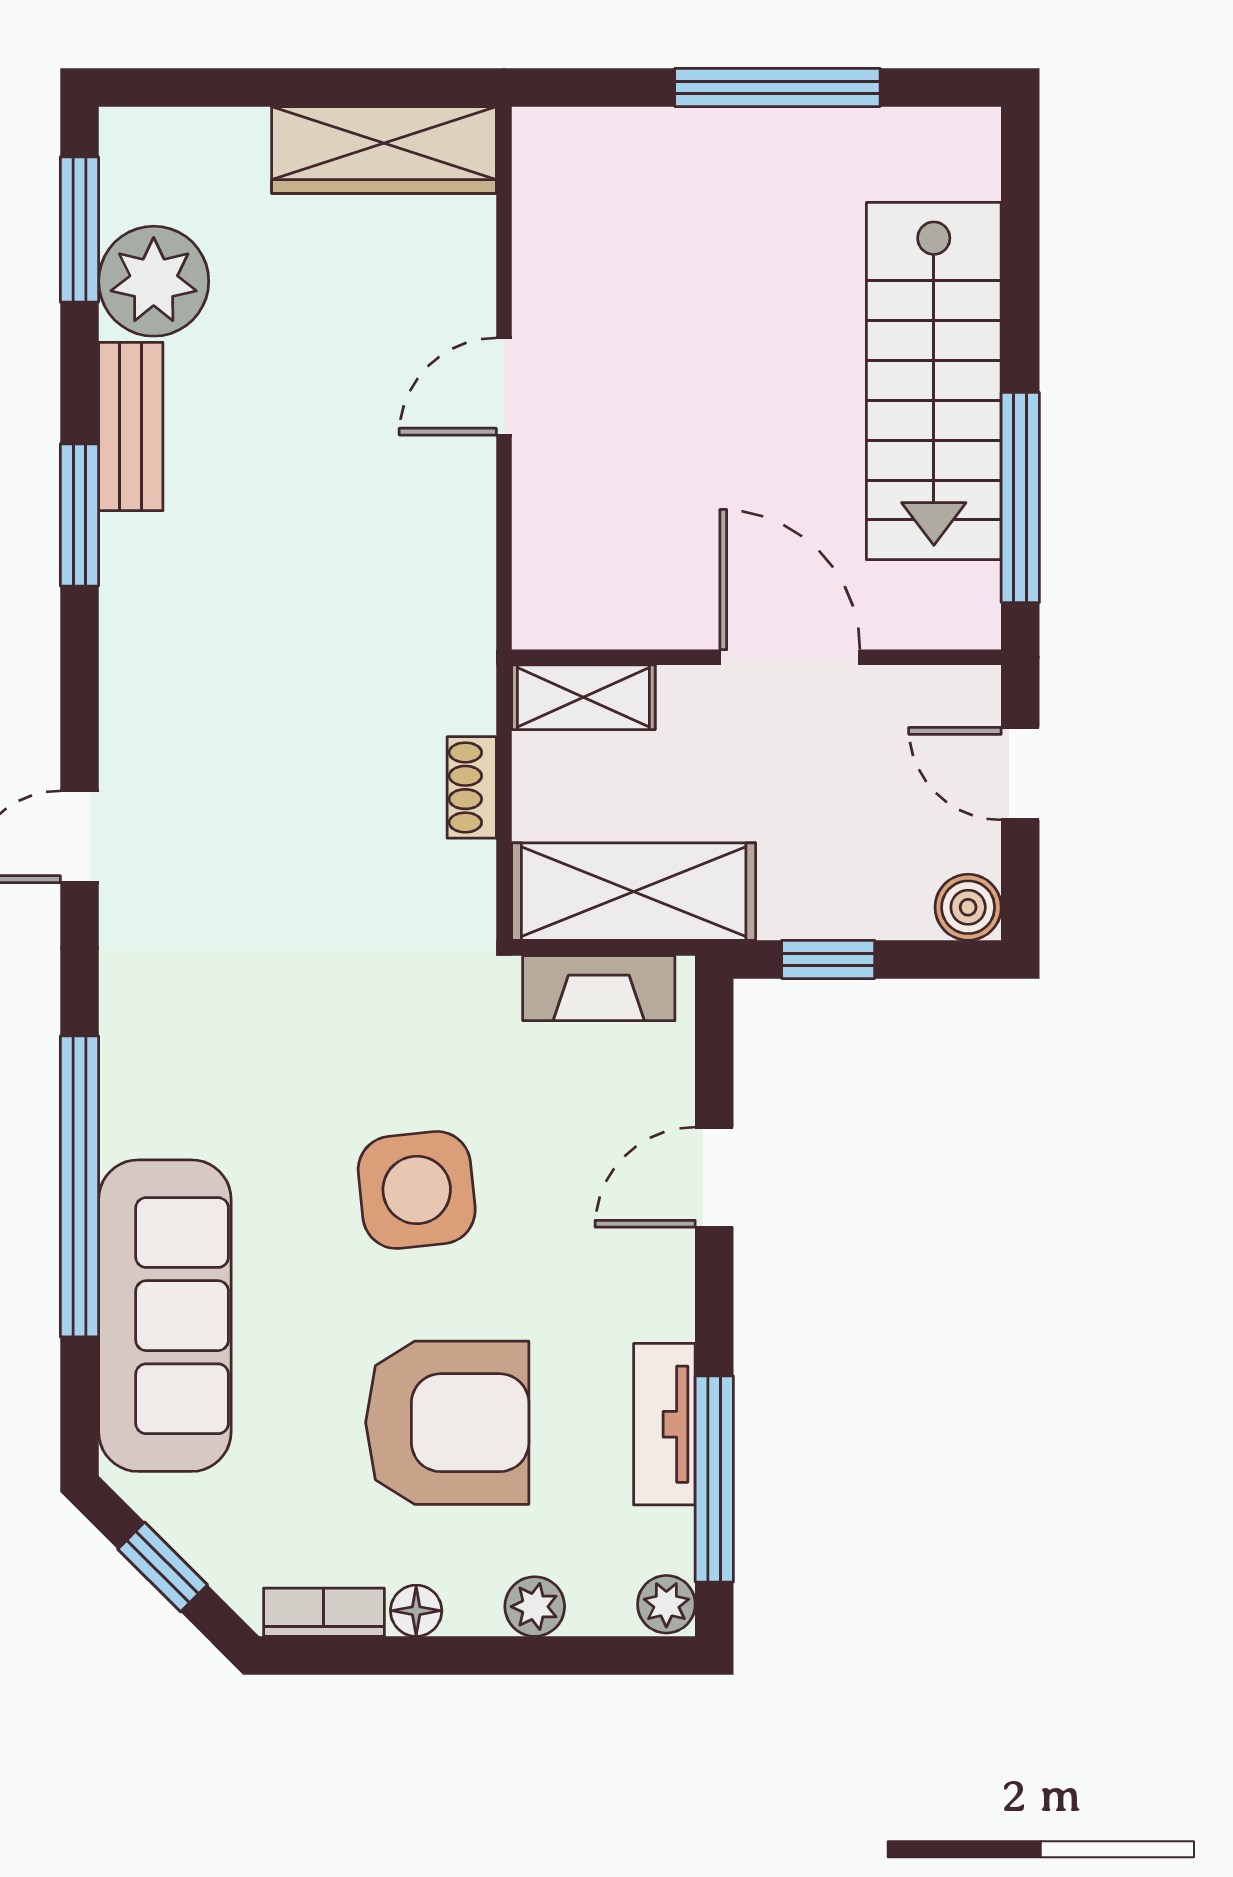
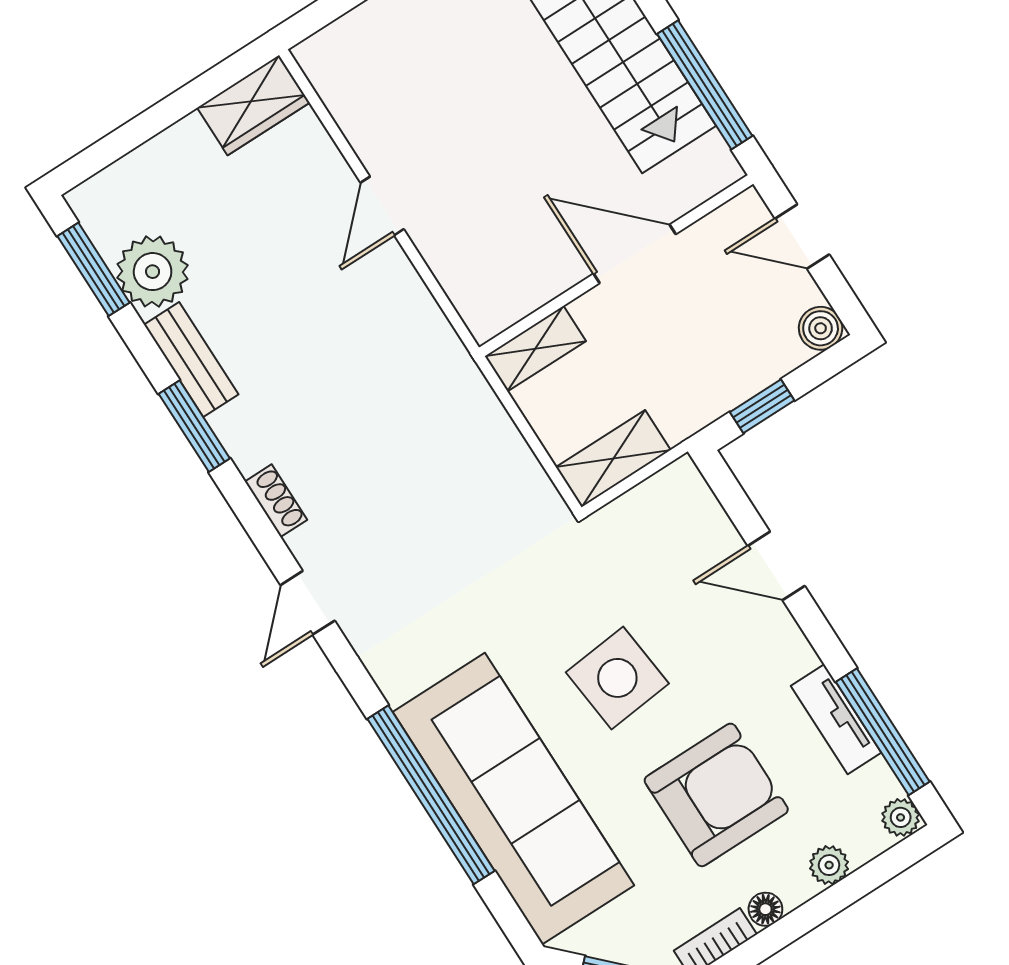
wardrobe: (384, 150) -> (253, 105), width x0.67
shoe rack: (472, 787) -> (276, 501), moved, turned 180
shelving: (634, 892) -> (613, 459), width x0.67, depth x0.75
fireplace: (599, 988) -> (646, 503), removed
door: (714, 1177) -> (776, 566), hinge flipped
sofa: (165, 1316) -> (513, 799), width x1.36, depth x1.27

